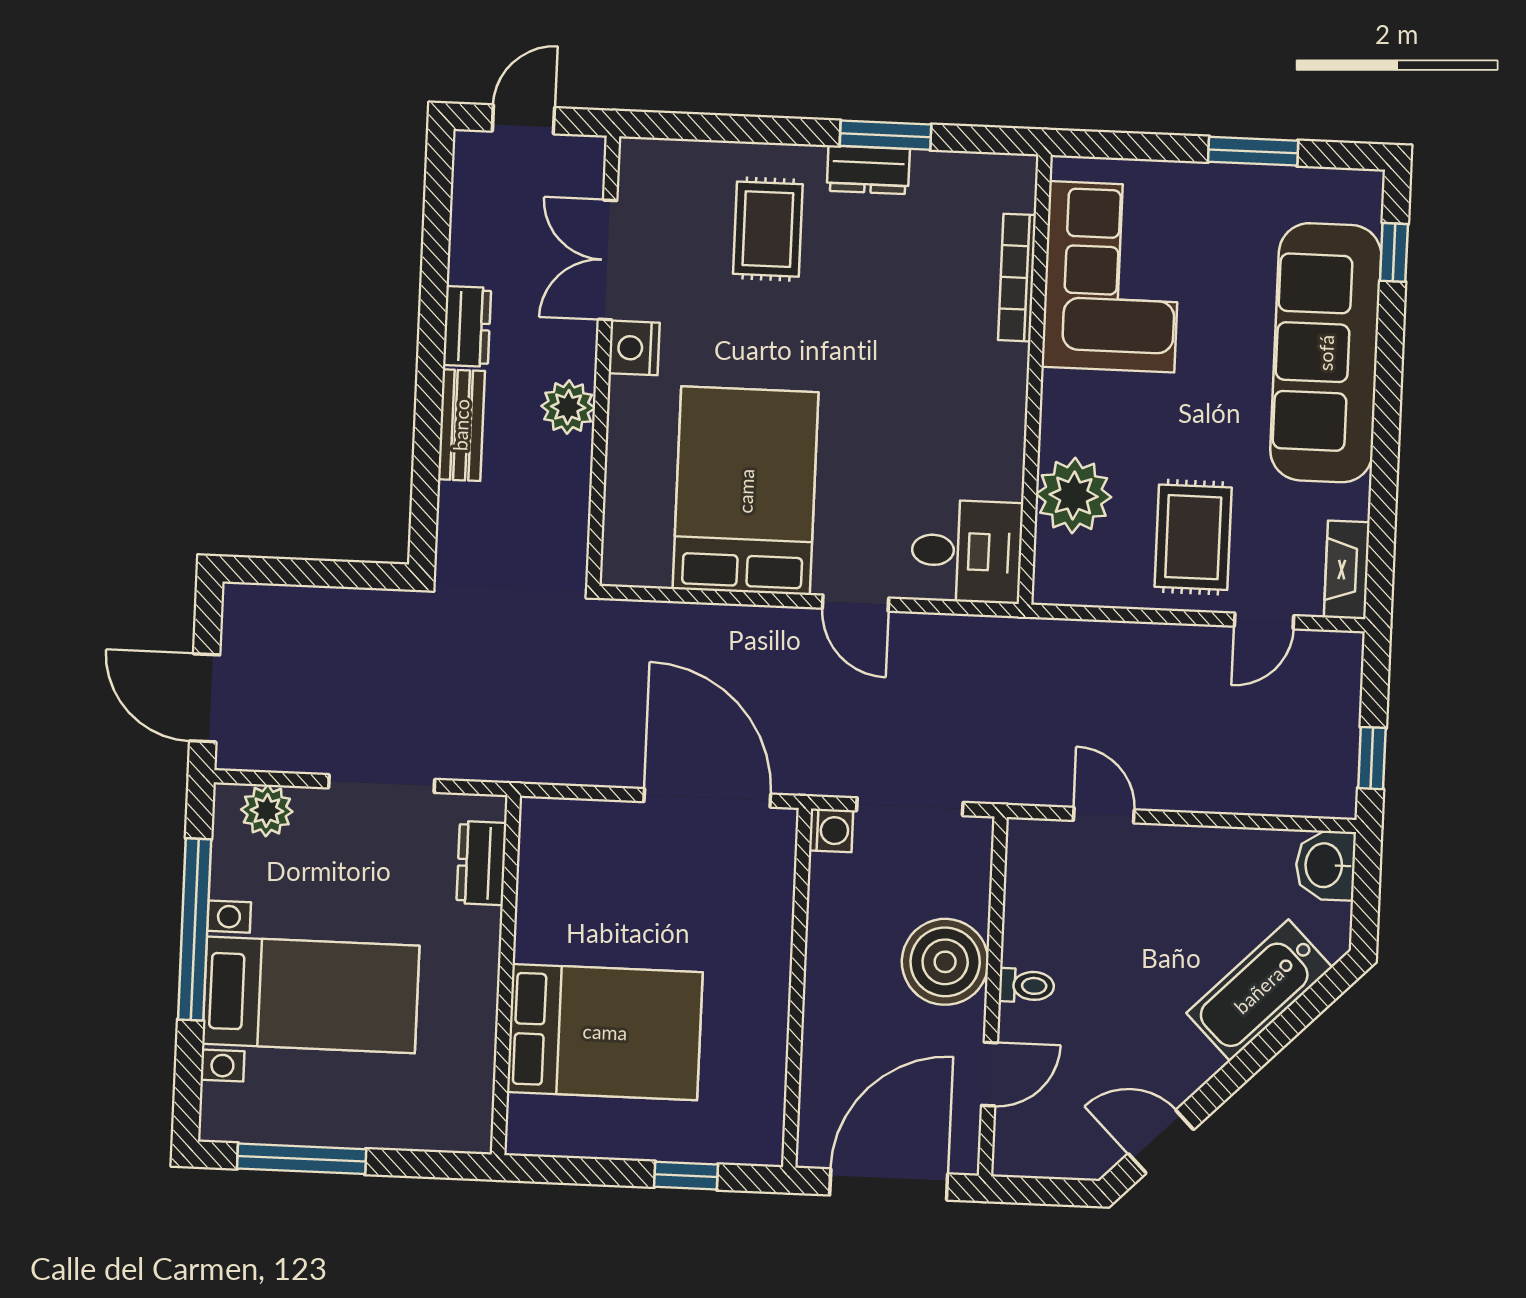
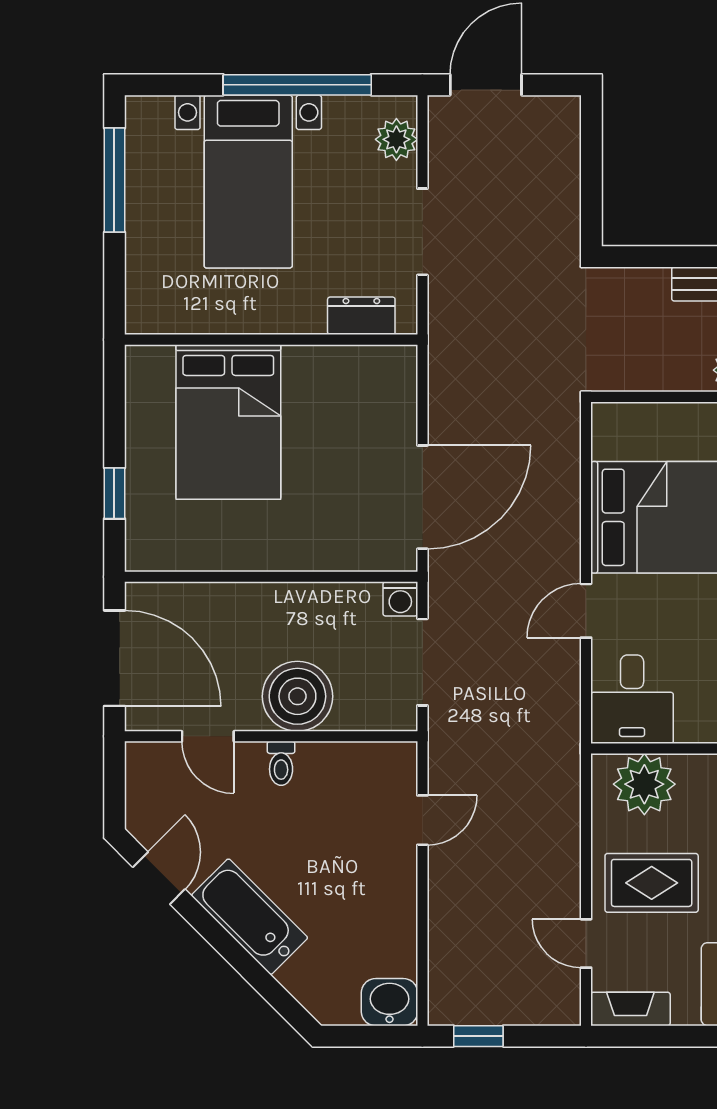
plant: (1074, 495) -> (644, 784), moved
bathtub: (1259, 990) -> (250, 917), moved

